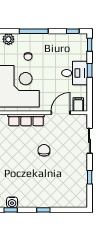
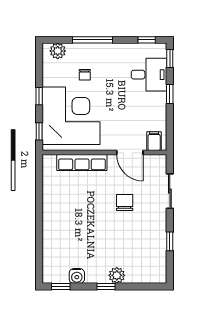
desk: (75, 73) -> (149, 75), moved
door: (61, 113) -> (130, 153), swing flipped
chair: (44, 150) -> (125, 203), moved
water cooler: (12, 202) -> (77, 276), moved
plant: (51, 202) -> (117, 275), added

